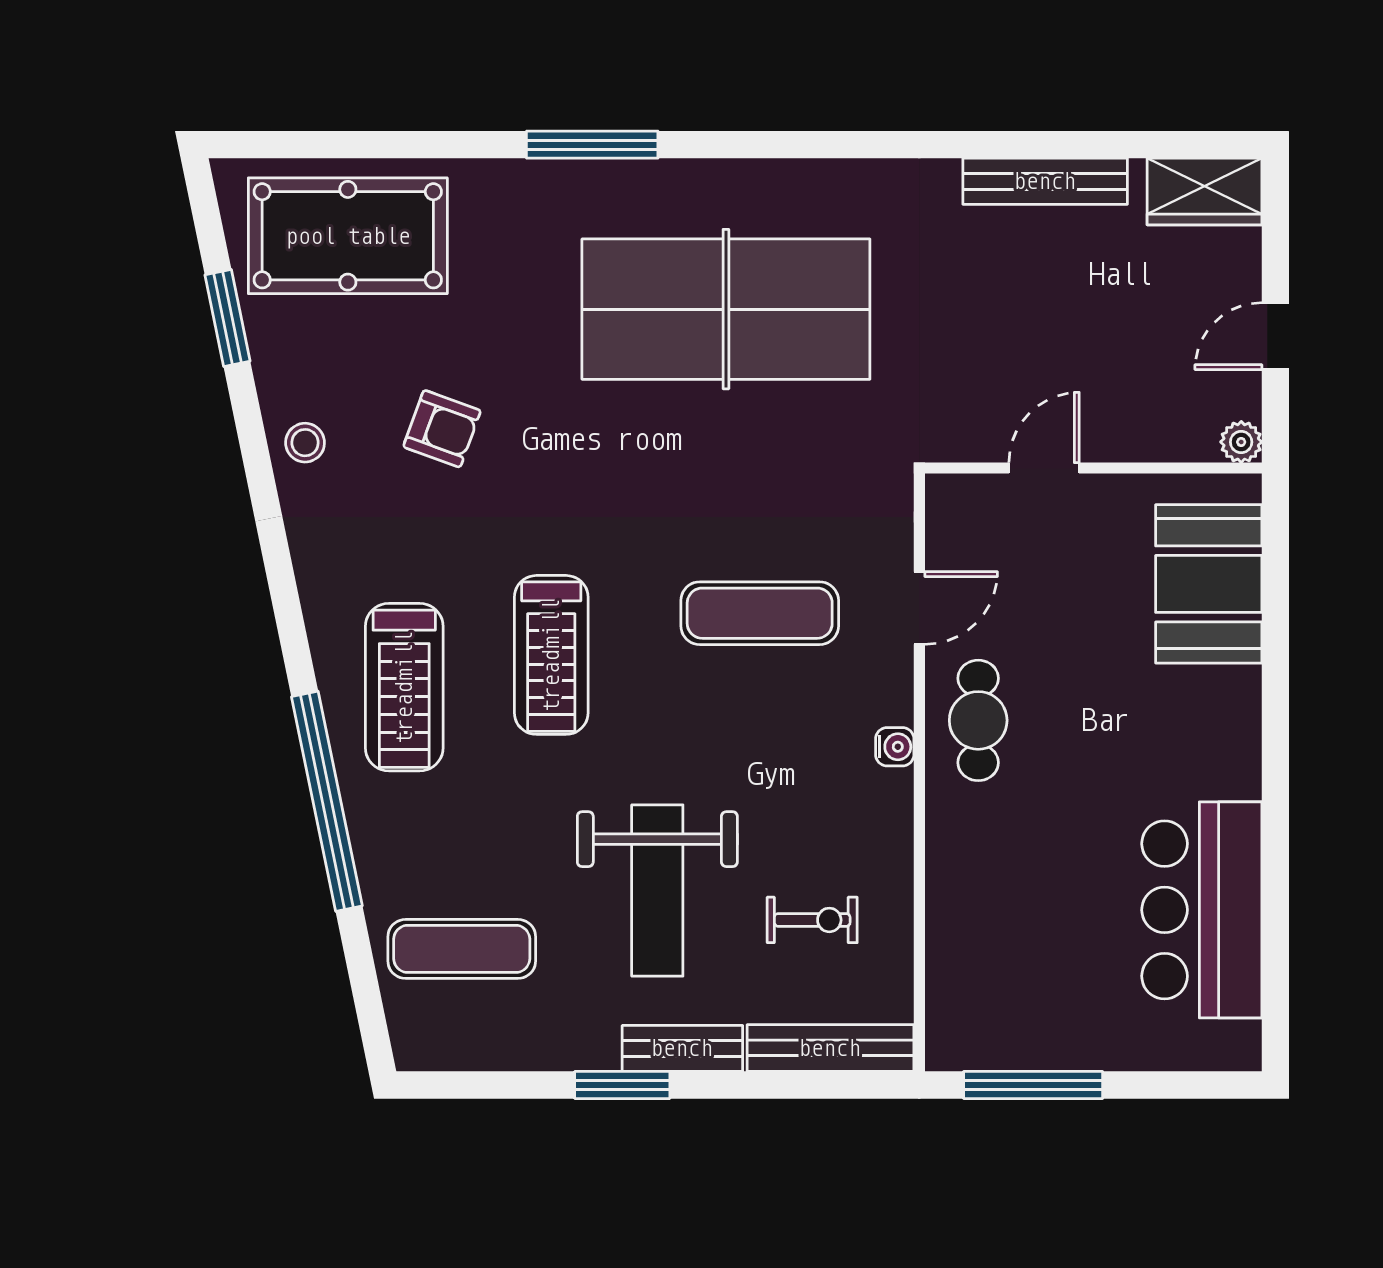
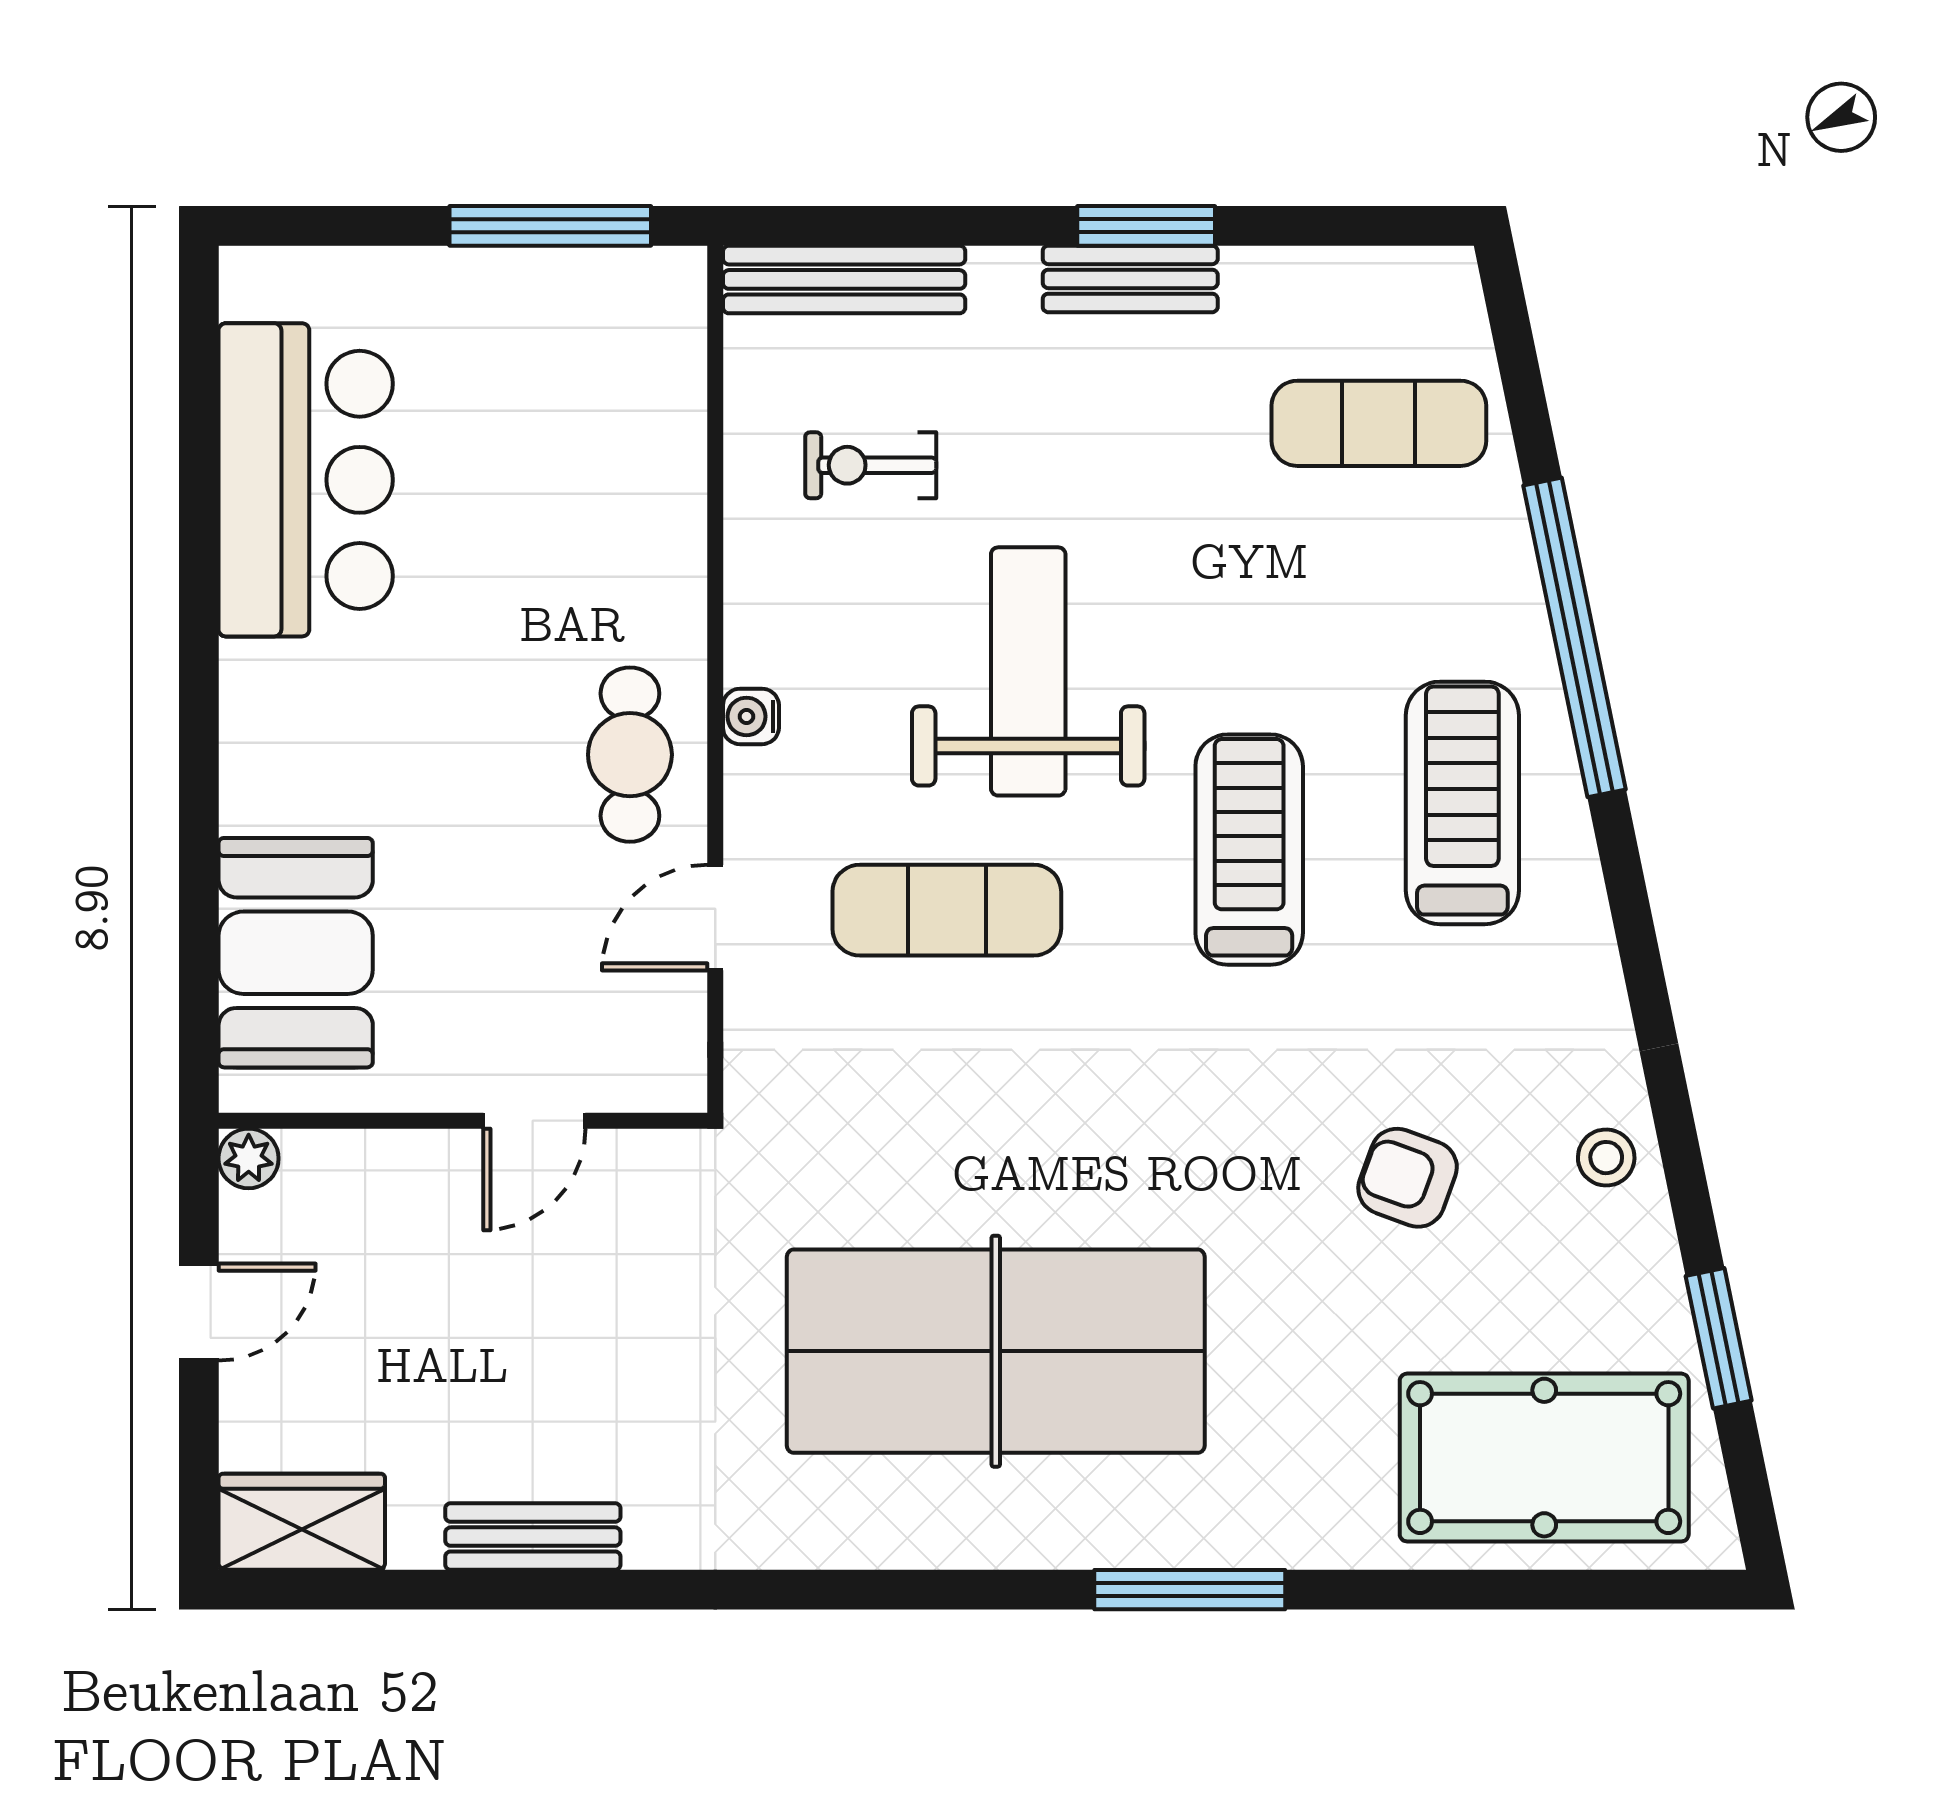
bench: (1045, 181) -> (533, 1537), width x0.73
weight bench: (657, 891) -> (1028, 671), moved
bench: (682, 1048) -> (1130, 279), moved

